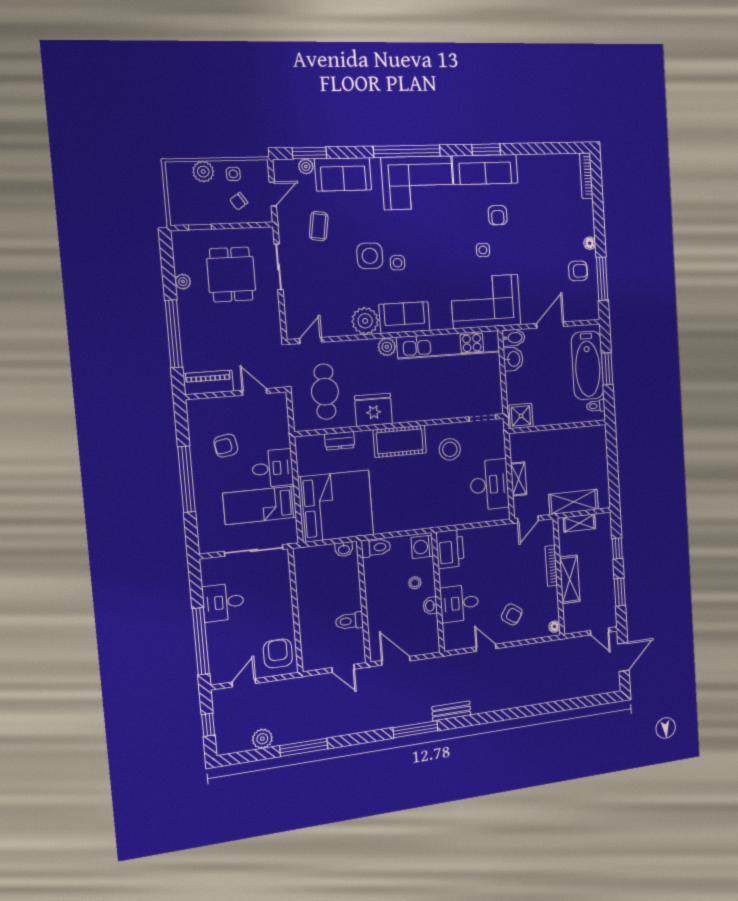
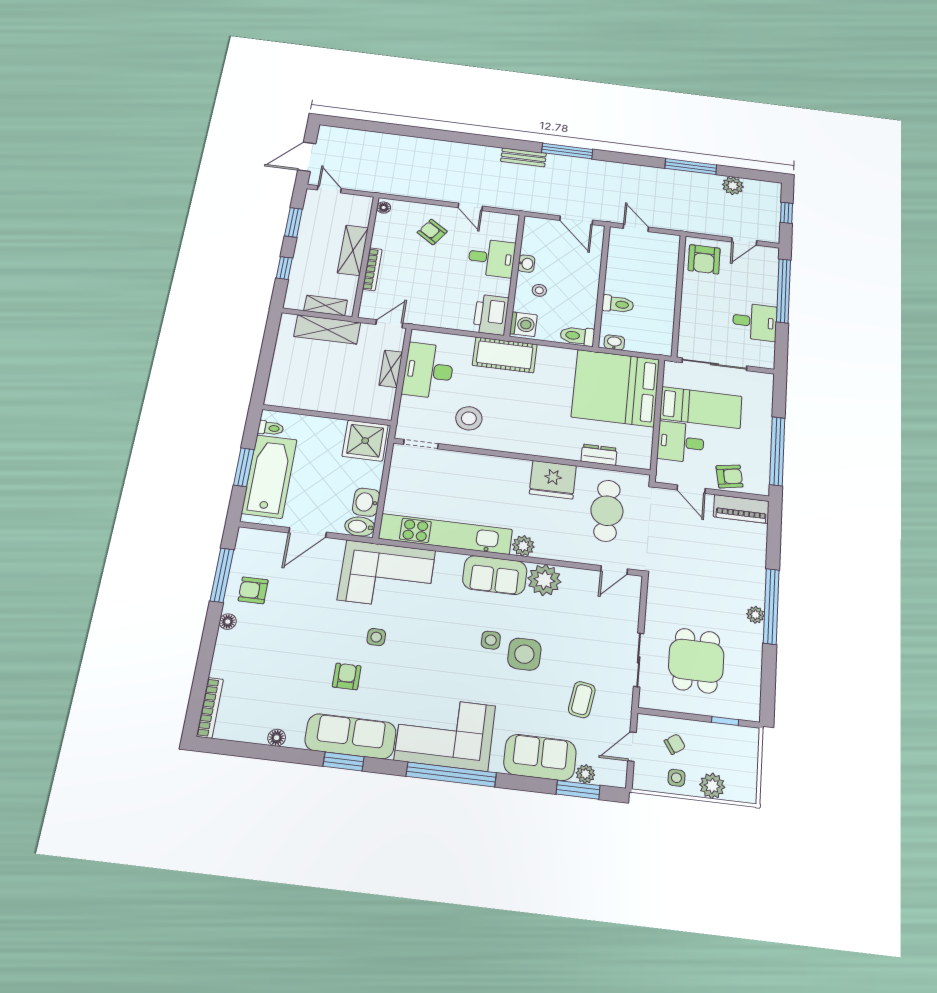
floor lamp: (536, 160) -> (277, 738), added
plant: (183, 282) -> (755, 615), moved
piano: (208, 382) -> (741, 509), moved
door: (254, 392) -> (691, 489), moved
wall: (236, 393) -> (712, 492), moved
shower: (521, 416) -> (365, 441), width x1.36, depth x1.36
cot: (400, 441) -> (505, 355), moved
toilet: (349, 621) -> (618, 304), moved

